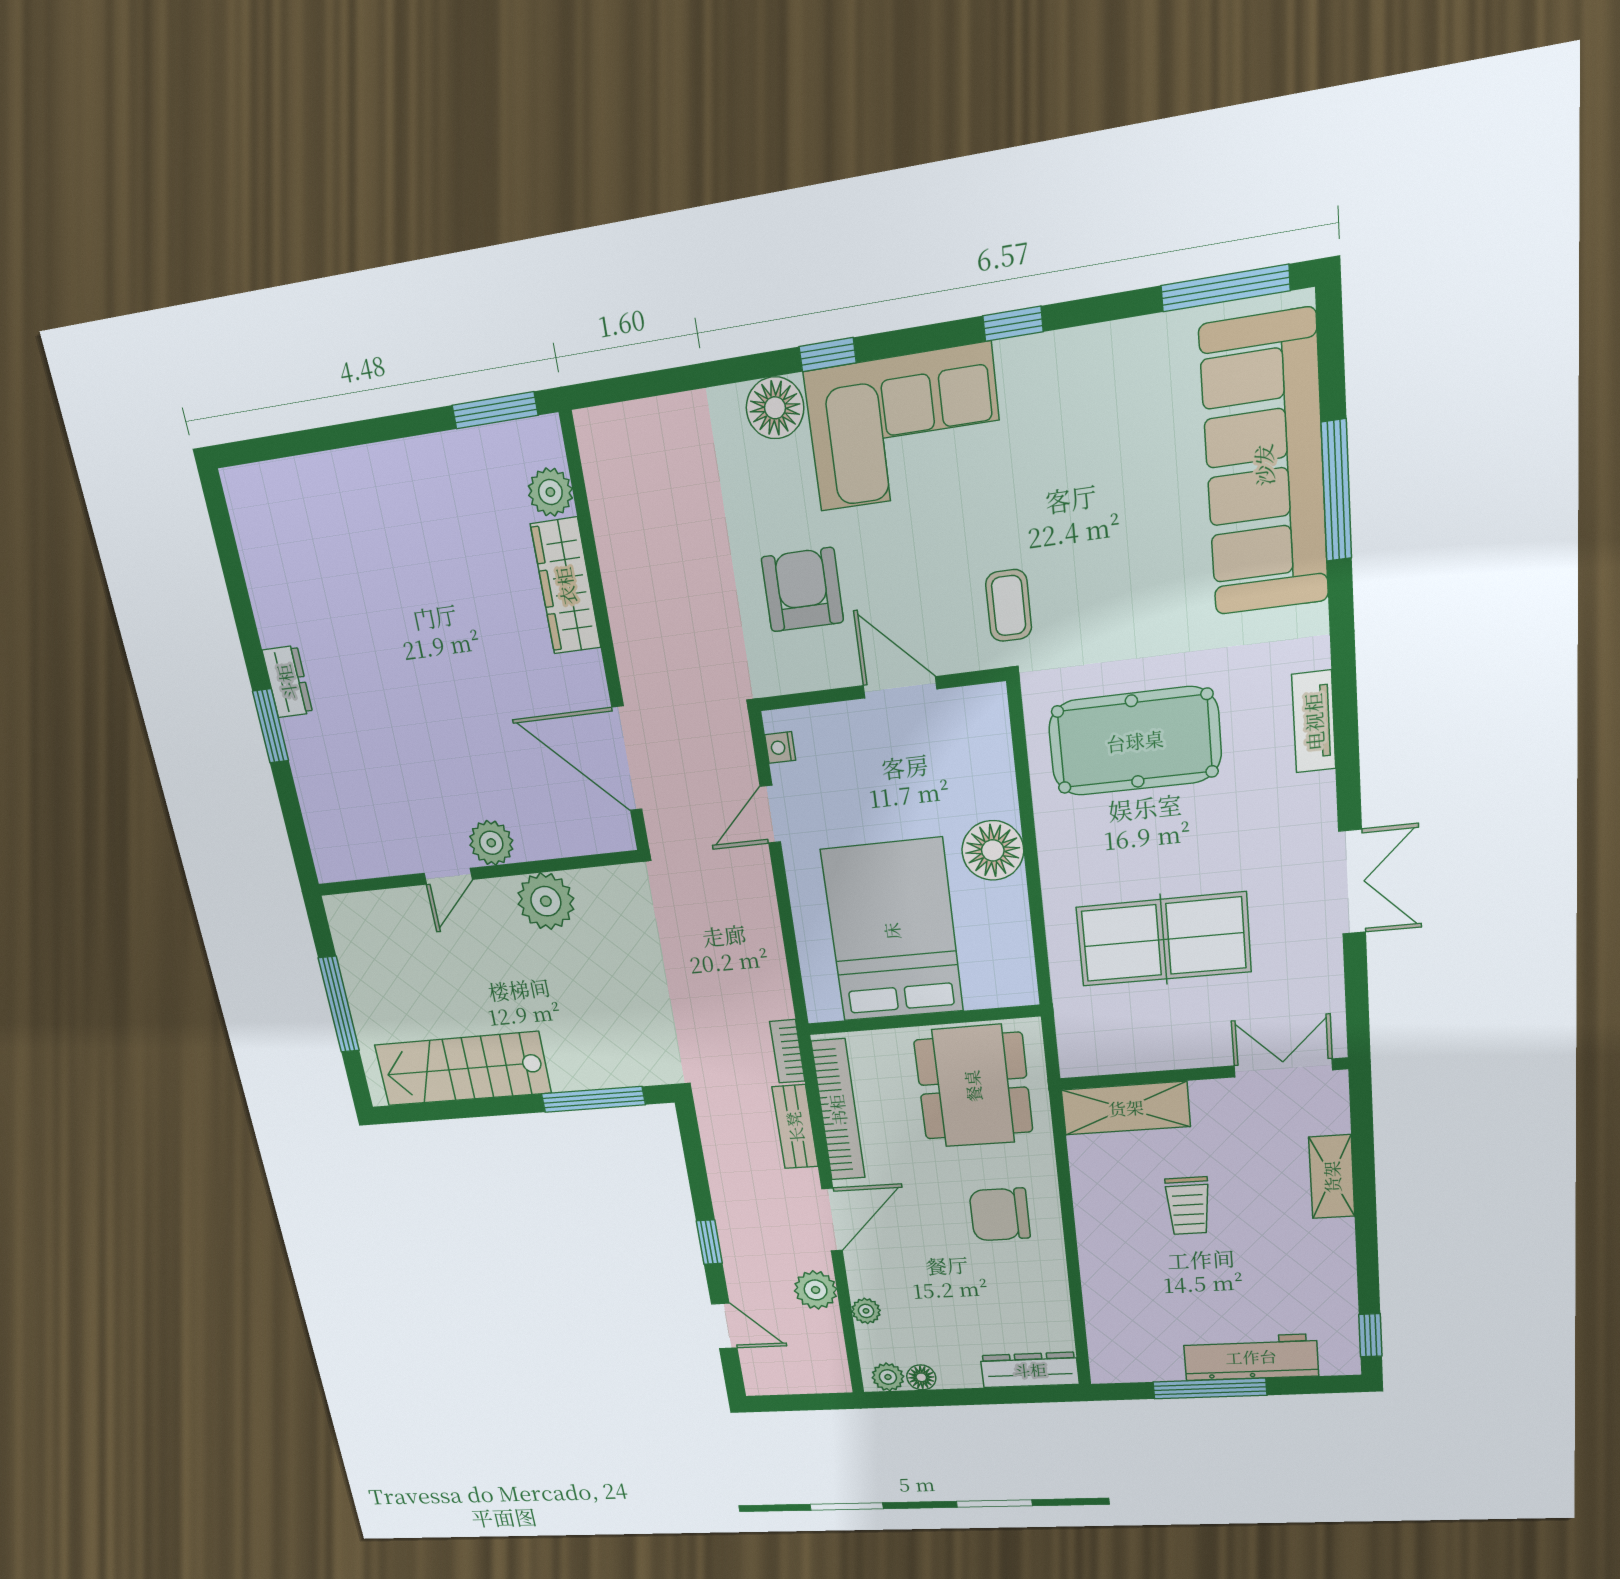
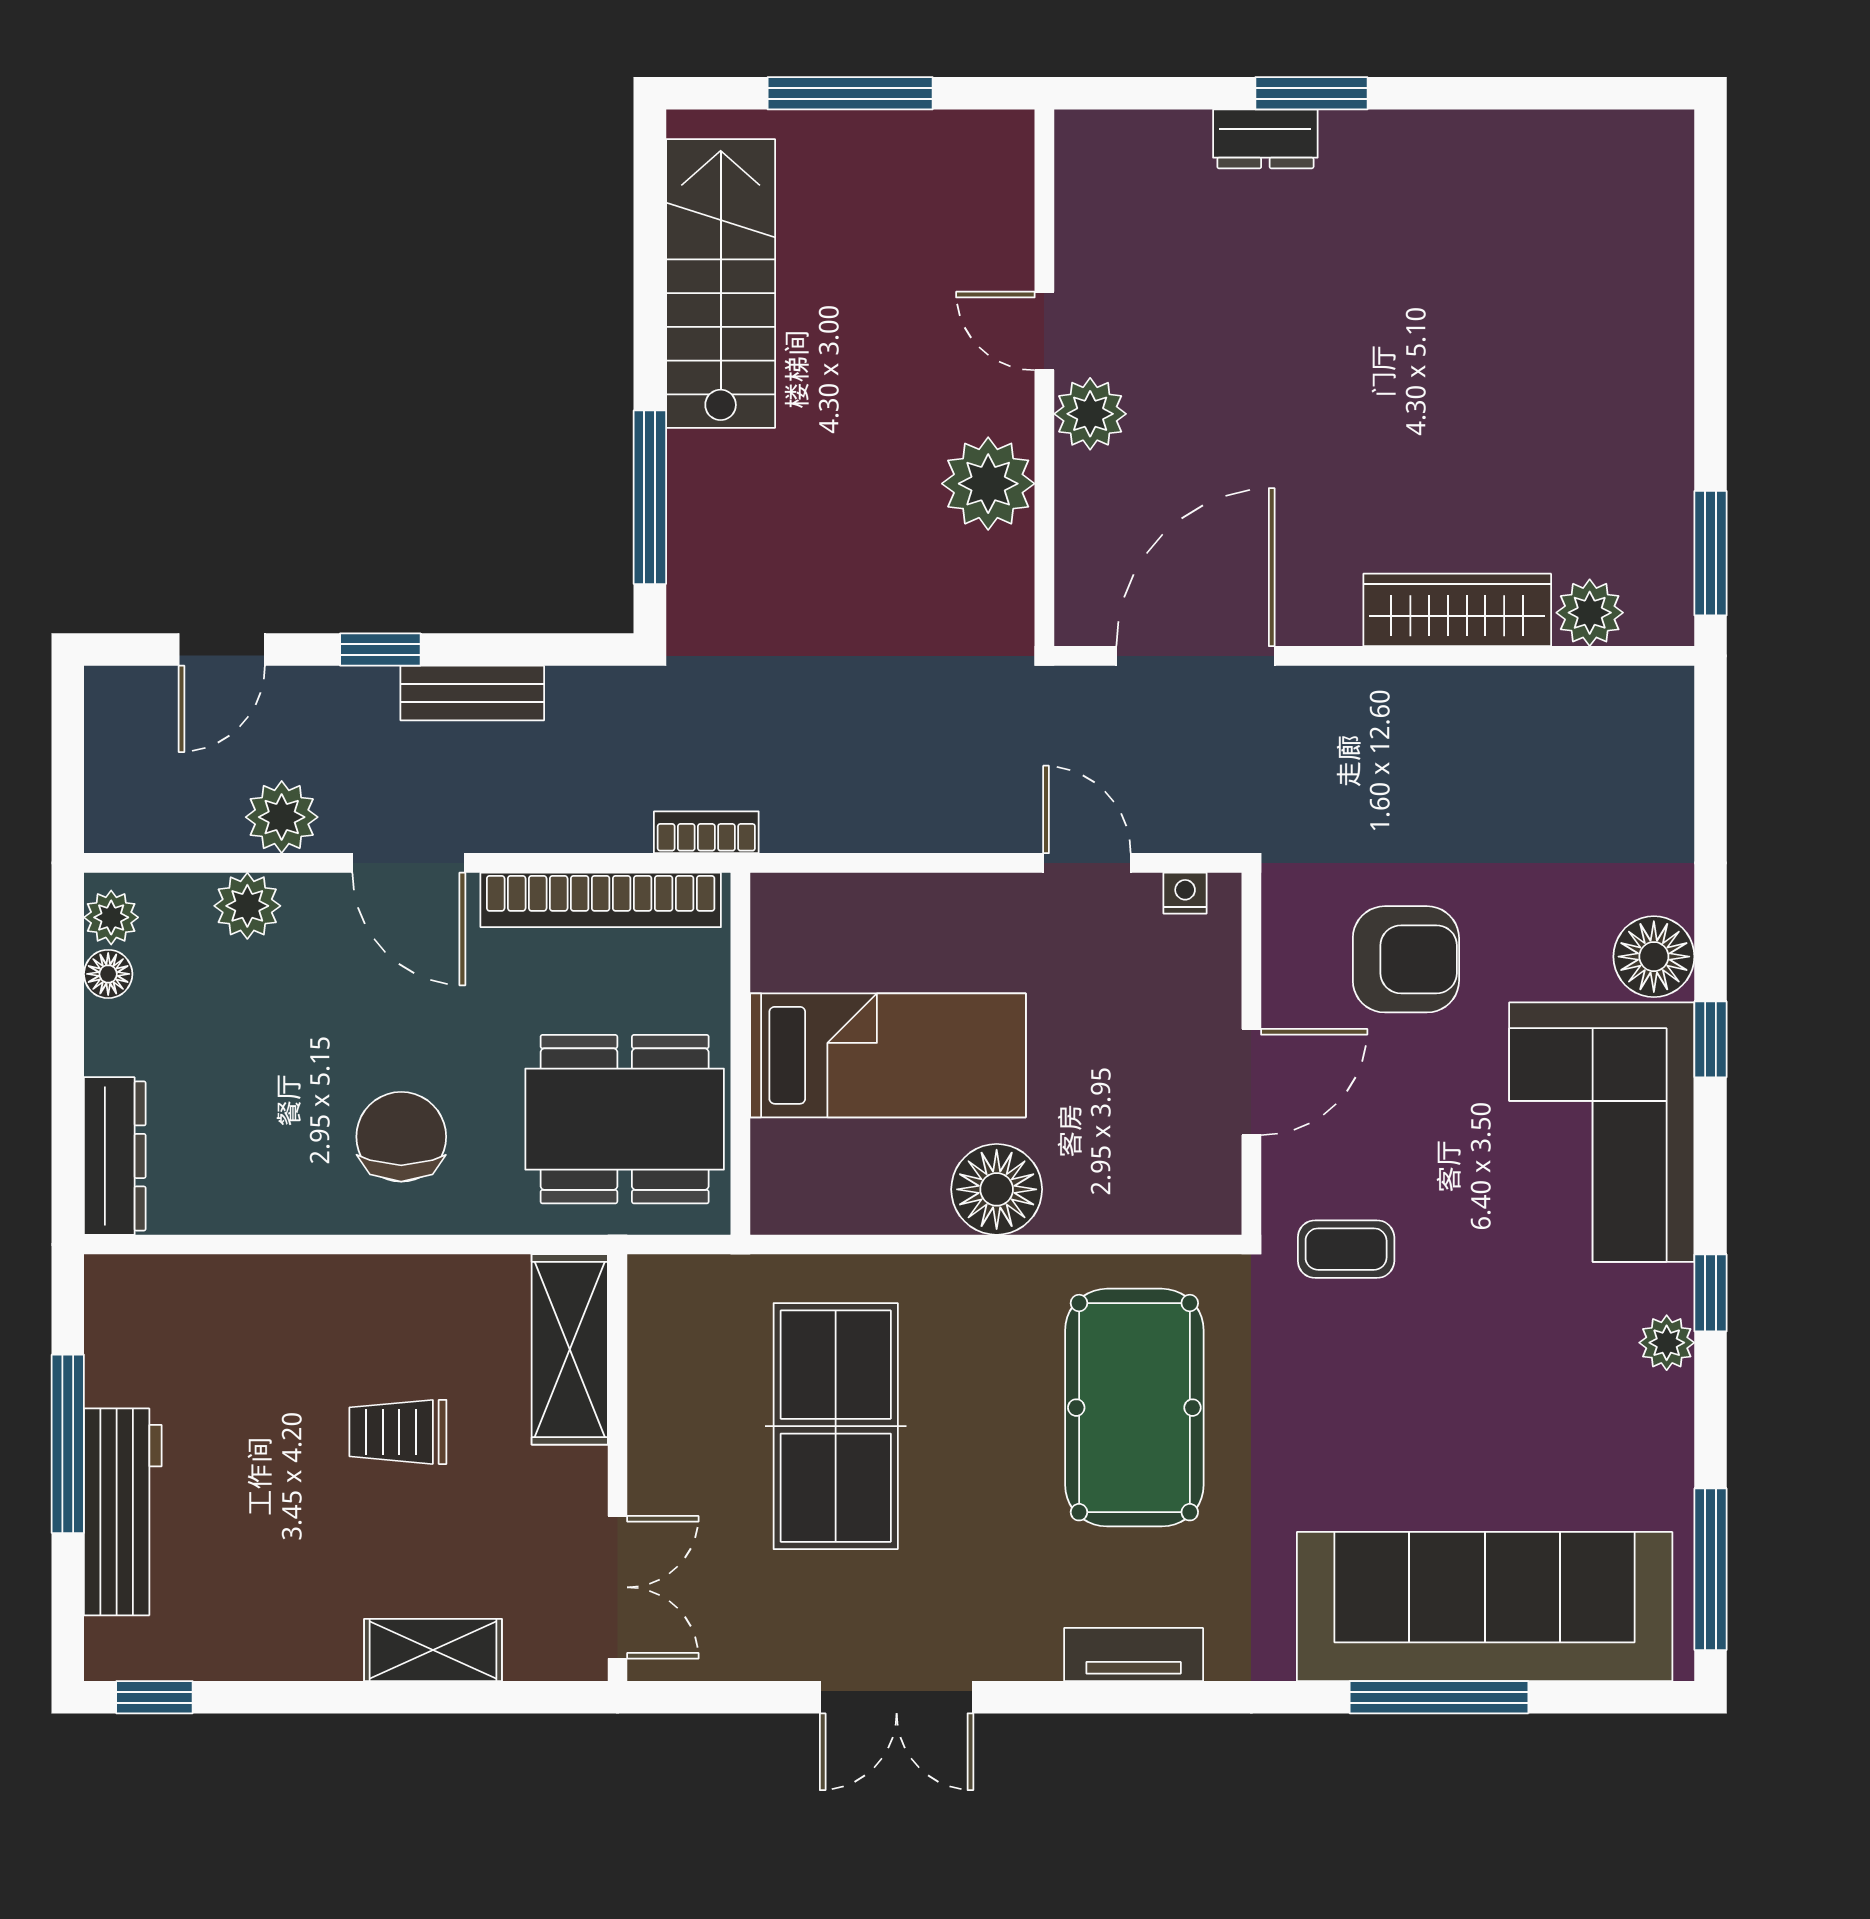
plant: (1054, 352) -> (1667, 1343), added
dresser: (287, 682) -> (1265, 139), moved
bed: (892, 931) -> (888, 1055), width x0.67
bench: (795, 1127) -> (472, 693), moved
plant: (866, 1311) -> (247, 906), width x1.38, depth x1.38

